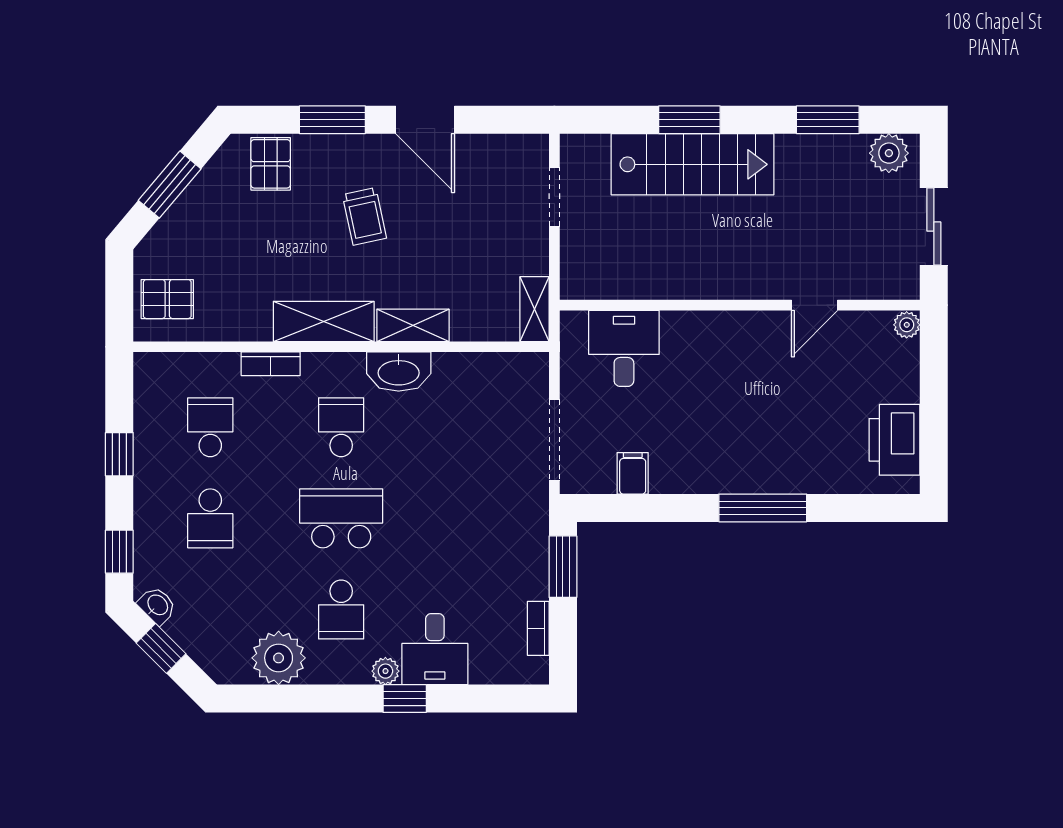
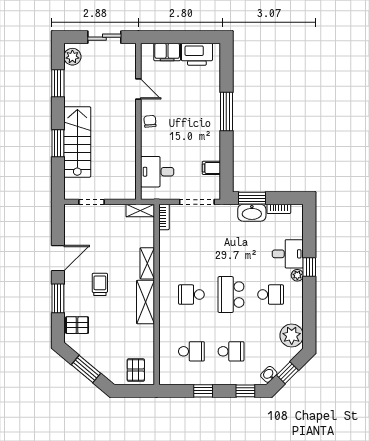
trolley: (364, 216) -> (100, 284), turned -78
plant: (907, 325) -> (147, 49), removed
chair: (740, 332) -> (150, 121), added
bookcase: (271, 364) -> (164, 217), moved
filing cabinet: (900, 371) -> (167, 52), added
washbasin: (399, 372) -> (252, 213), moved, turned 90
school desk: (210, 427) -> (191, 351), turned 180
plant: (279, 658) -> (292, 336), moved

